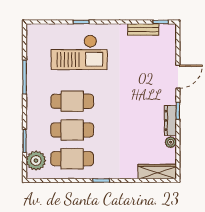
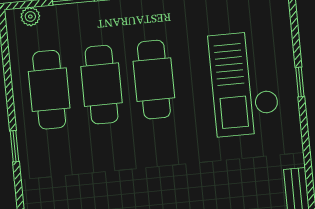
plant: (36, 161) -> (30, 17), width x0.53, depth x0.53

